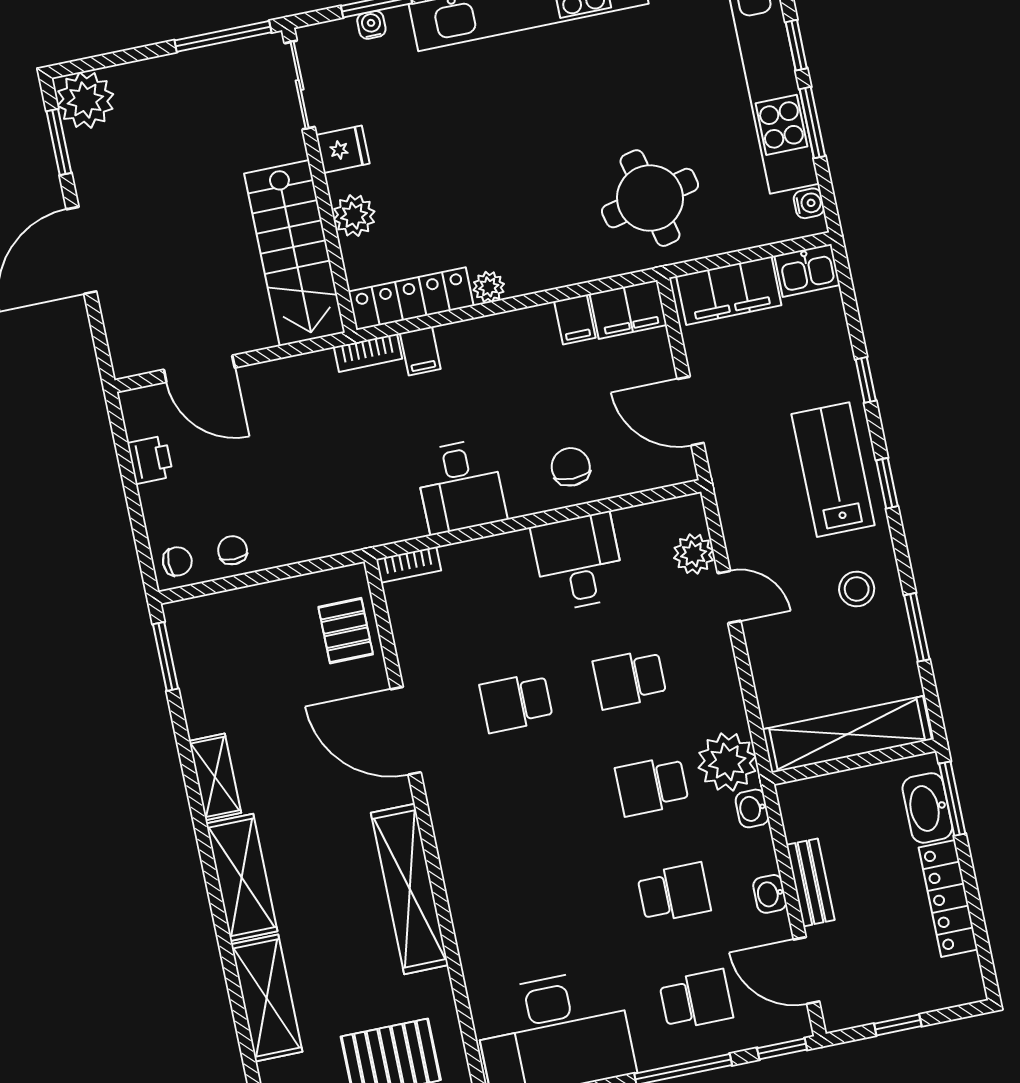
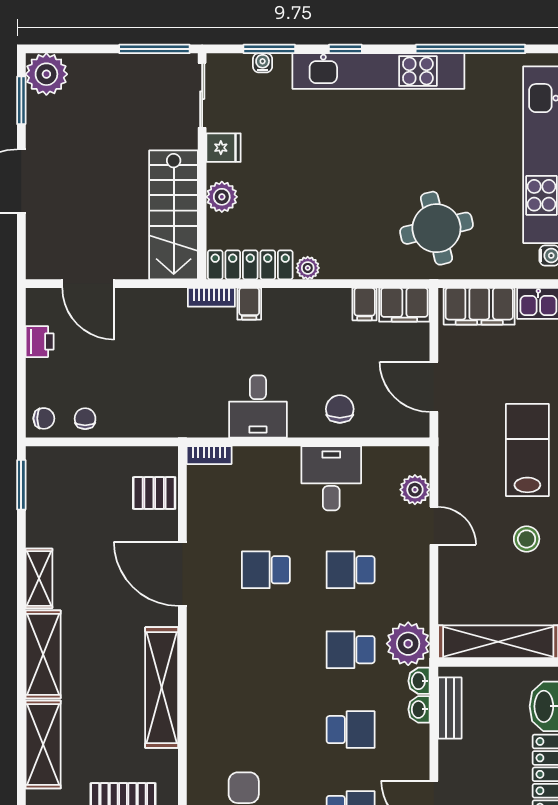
pallet: (346, 631) -> (154, 493), turned 90
bench: (810, 882) -> (450, 708), moved
washbasin: (770, 894) -> (419, 709), moved

